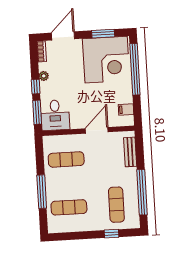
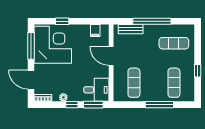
window: (103, 34) -> (31, 46), width x1.44
window: (135, 69) -> (62, 21), width x0.32
window: (142, 192) -> (152, 21), moved
window: (112, 234) -> (198, 71), moved

